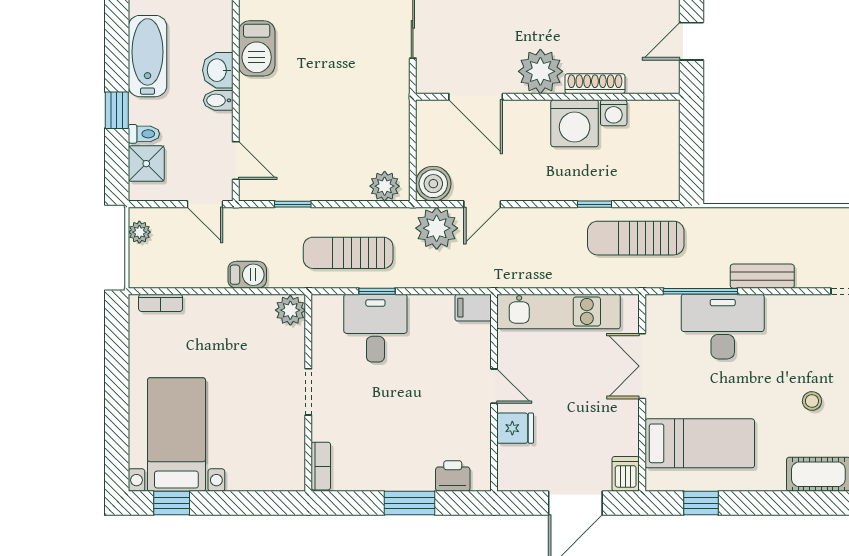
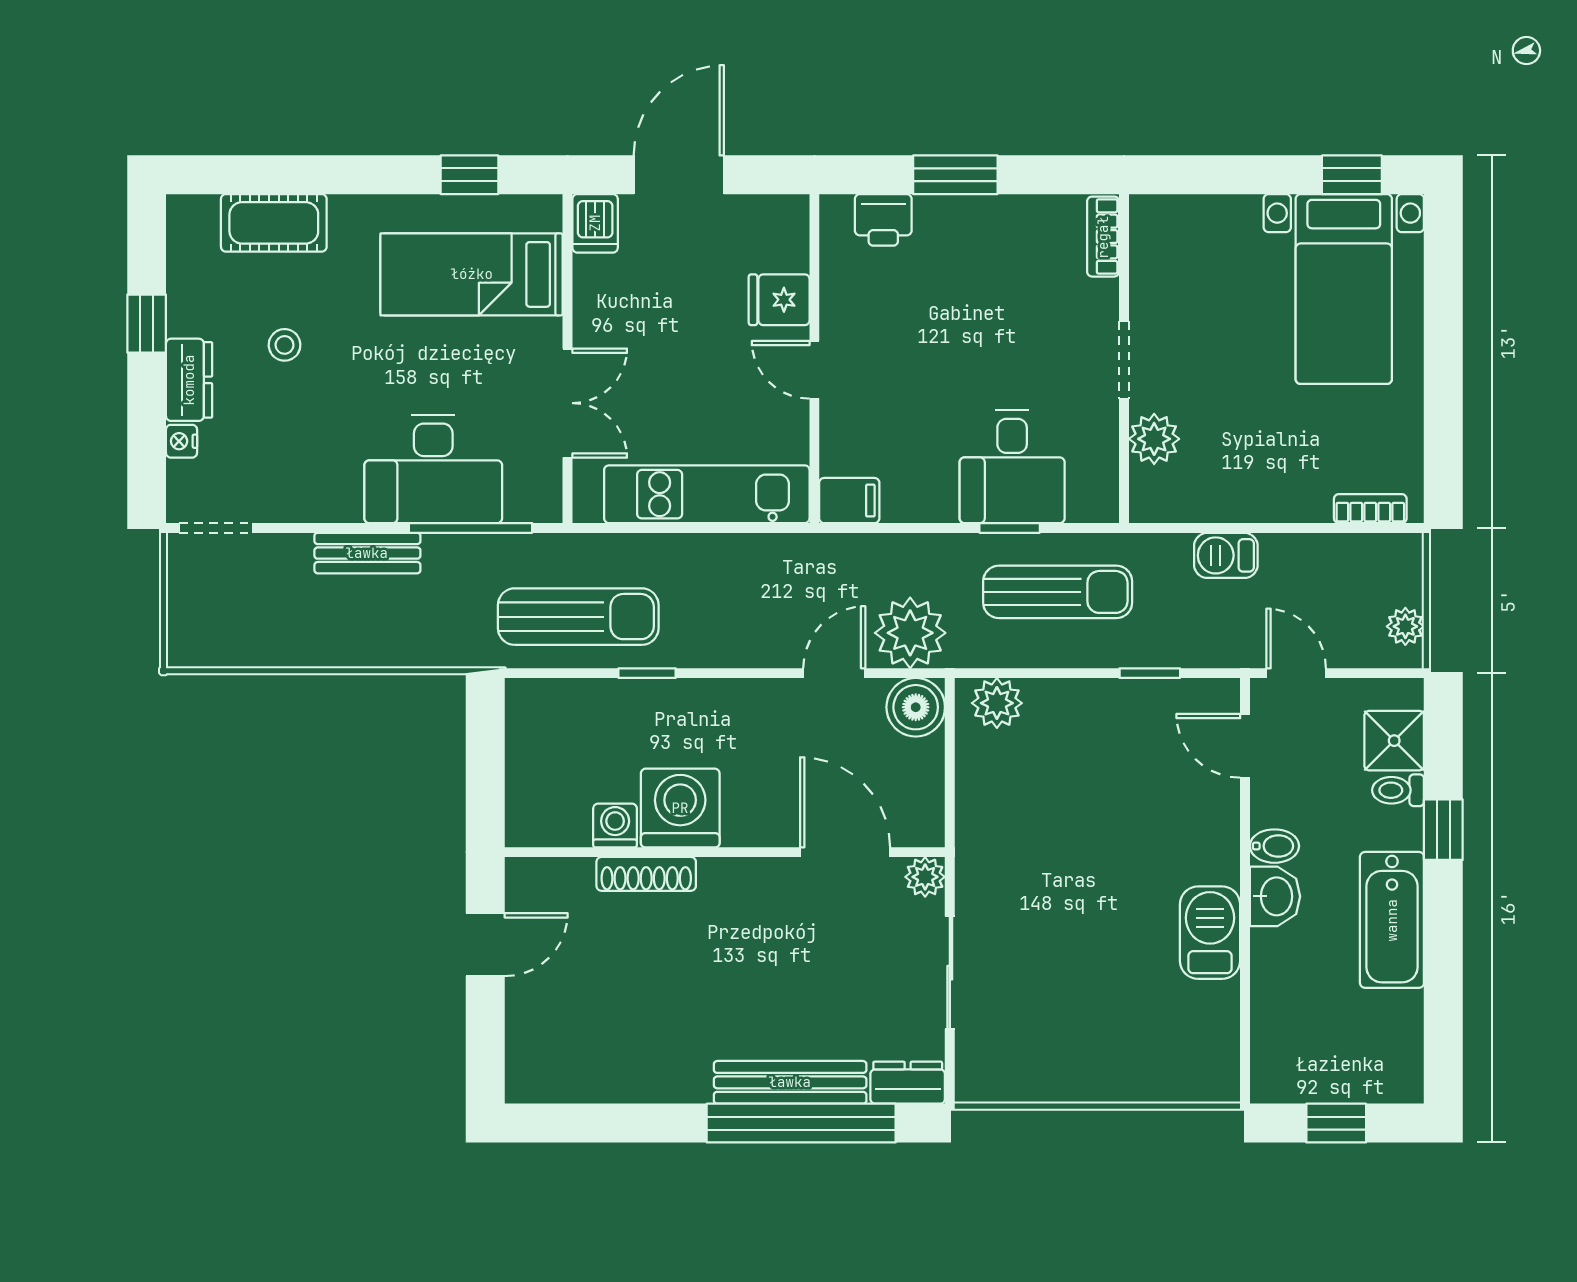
plant: (540, 71) -> (925, 877), moved, width x0.53, depth x0.53
plant: (290, 310) -> (1154, 439), moved

